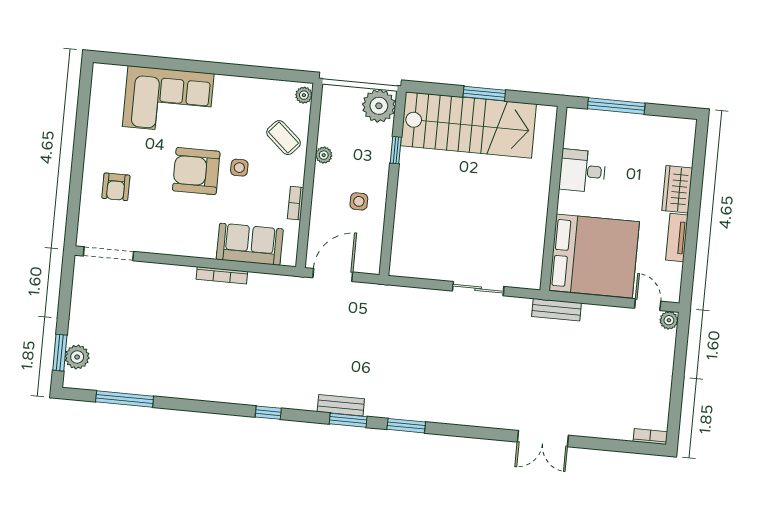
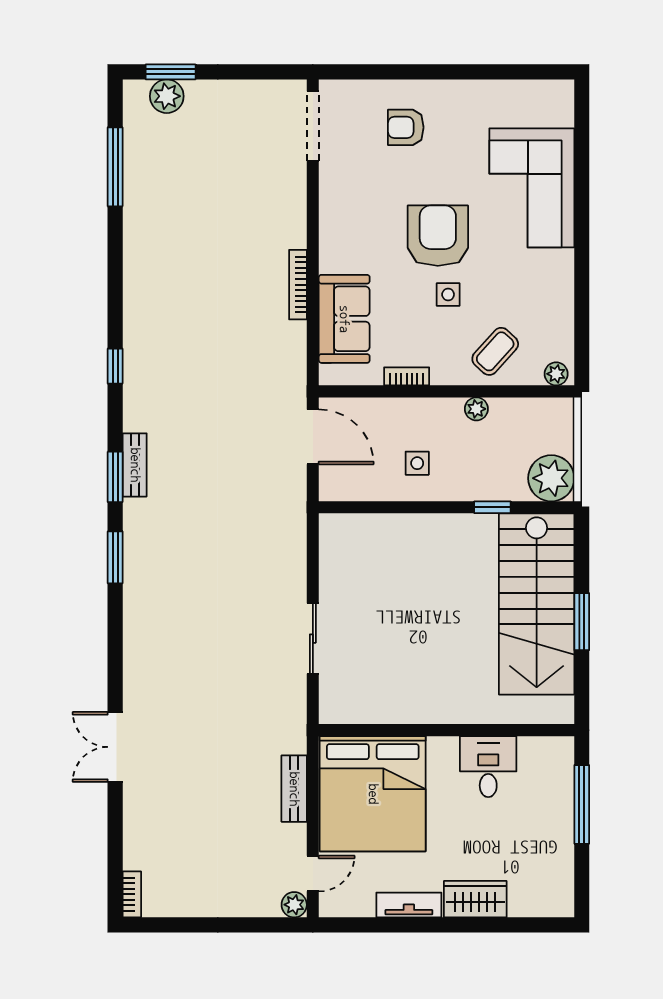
bench: (557, 310) -> (294, 789), moved

